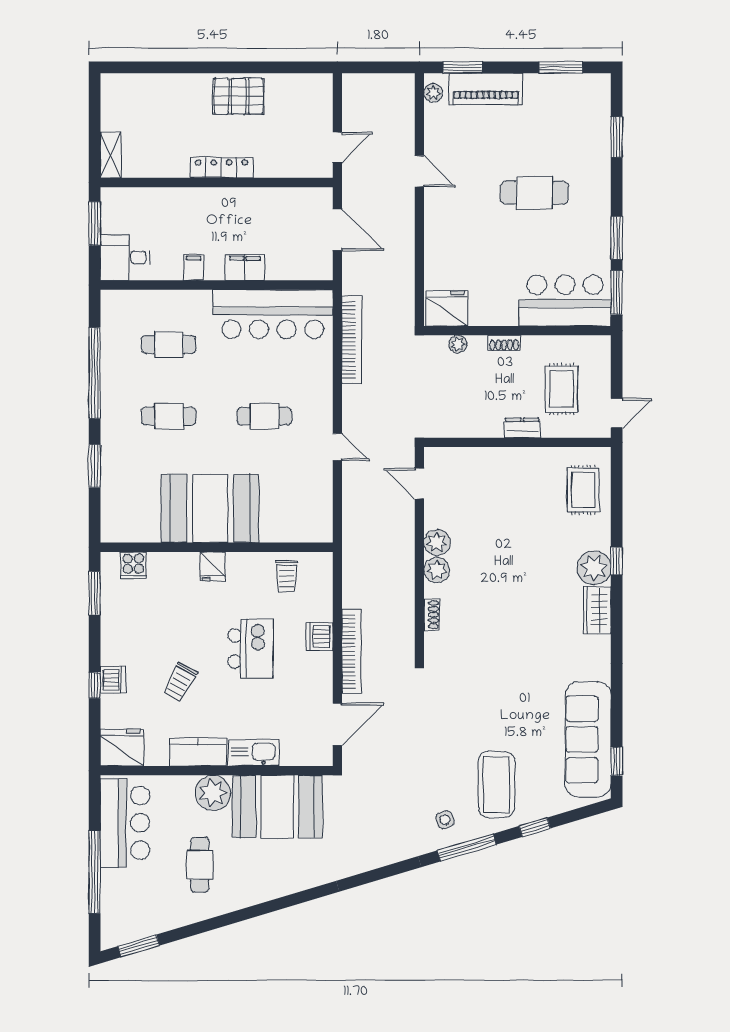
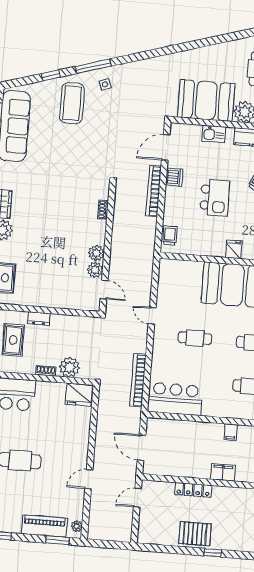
window: (207, 67) -> (213, 553), added
locker: (221, 168) -> (193, 490), moved
door: (419, 171) -> (89, 479), hinge flipped
filing cabinet: (245, 267) -> (223, 472), moved, turned 180
bar counter: (273, 314) -> (175, 399), width x0.73
plant: (458, 344) -> (70, 367), width x1.87, depth x1.87
plant: (437, 570) -> (95, 270), moved
trolley: (286, 576) -> (170, 236), moved
dishwasher: (320, 636) -> (174, 177), moved
kitchen island: (251, 649) -> (215, 198), turned 180
kitchen sink: (254, 753) -> (214, 134), width x0.73

